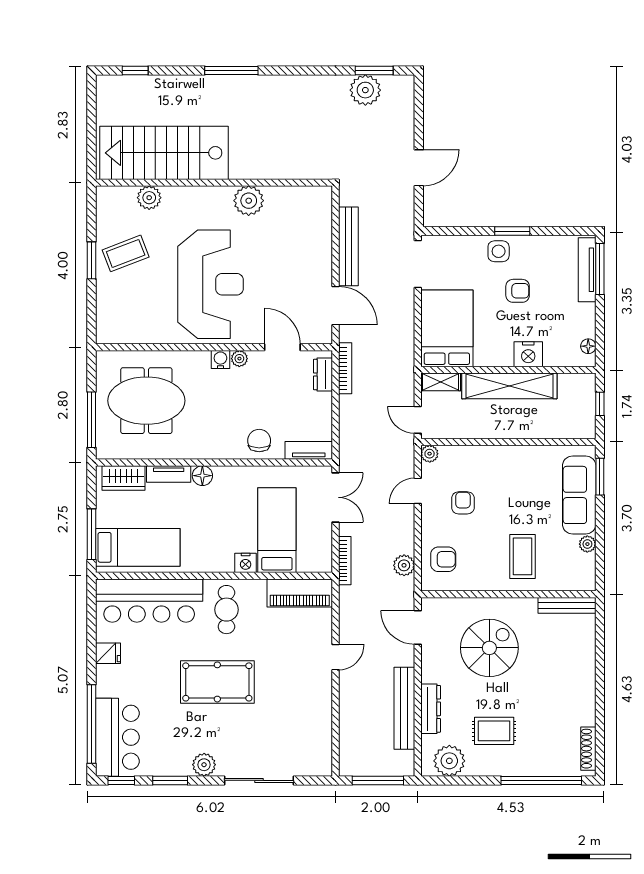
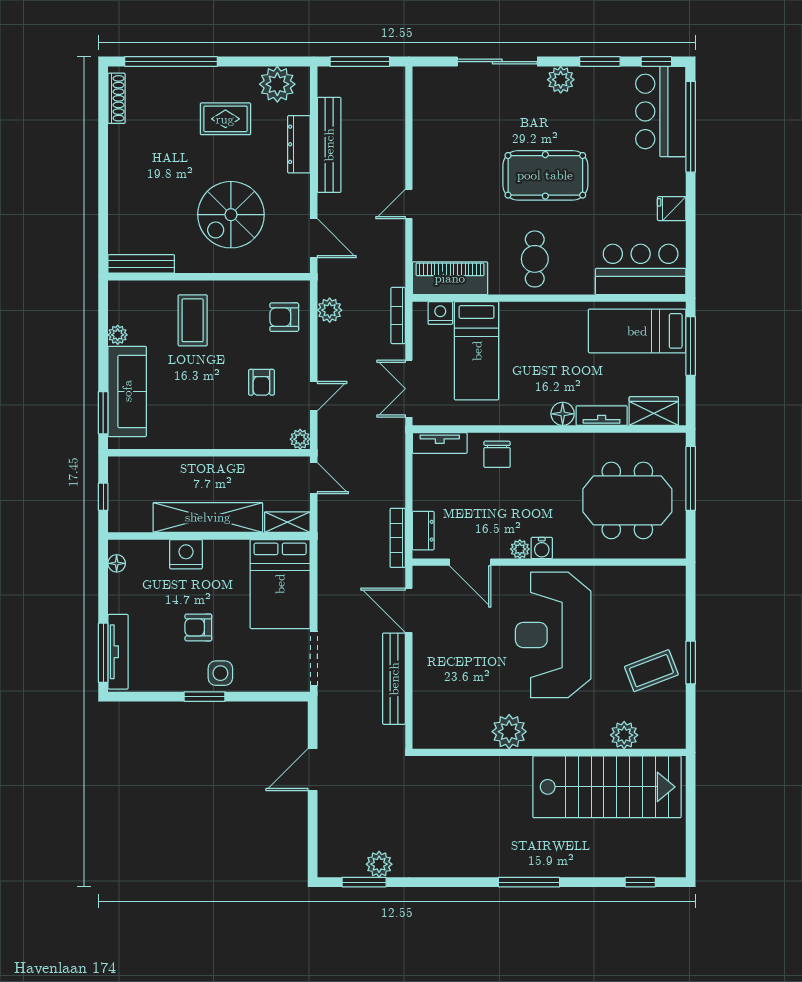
plant: (365, 90) -> (379, 864), width x0.73, depth x0.73
nightstand: (246, 563) -> (440, 313), moved
bar counter: (149, 601) -> (641, 269), width x0.73

